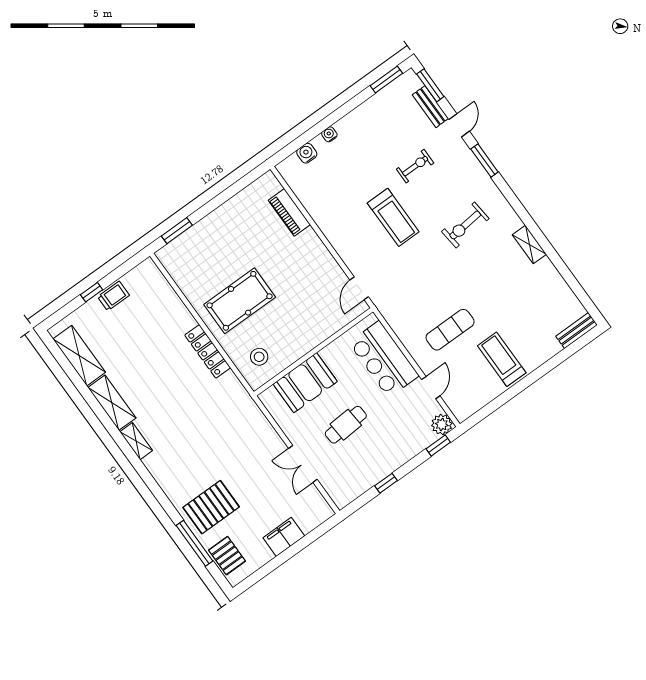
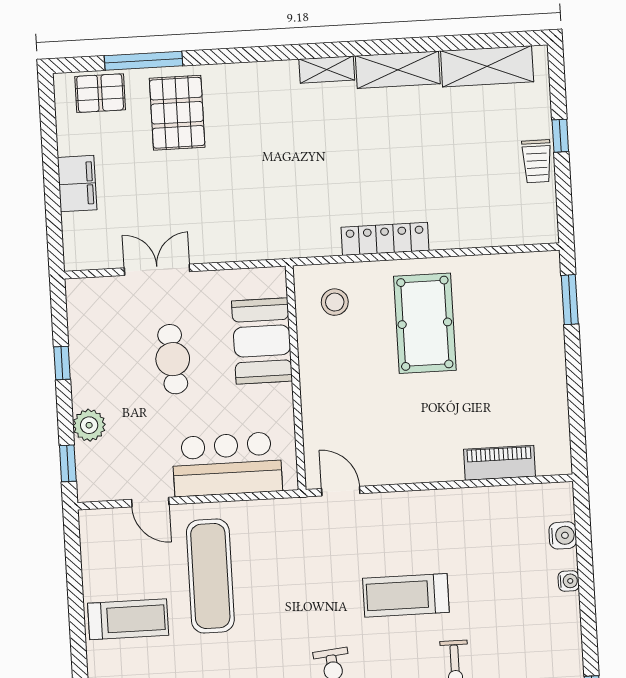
exercise mat: (450, 330) -> (210, 576), width x1.36, depth x1.45
plant: (442, 424) -> (89, 425), moved

